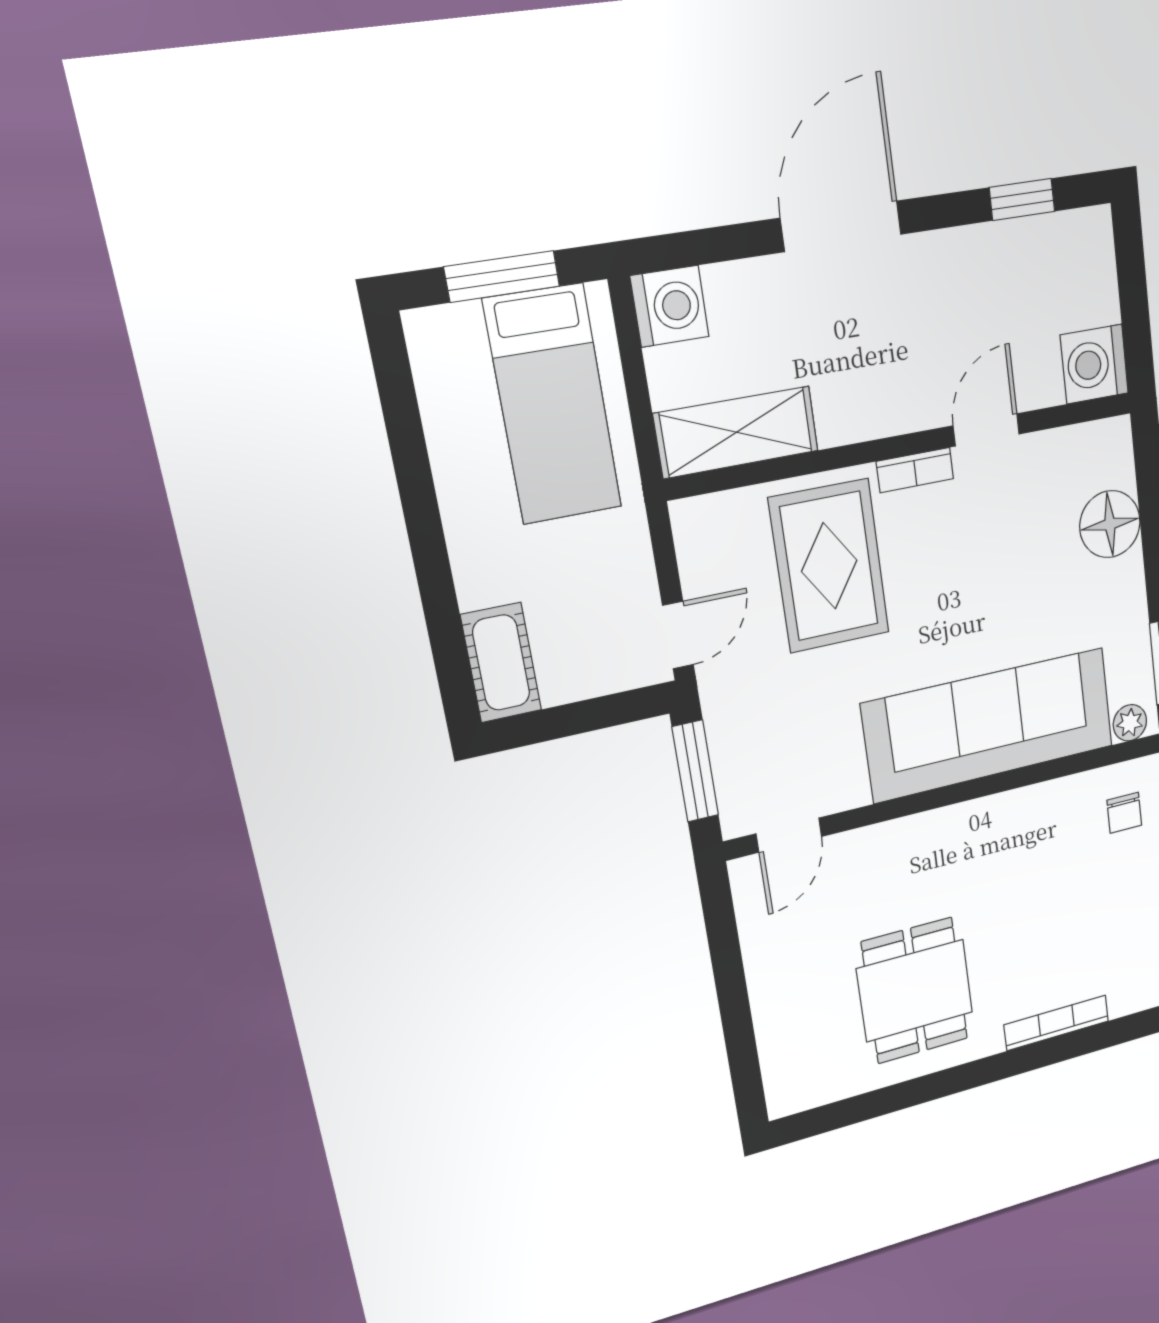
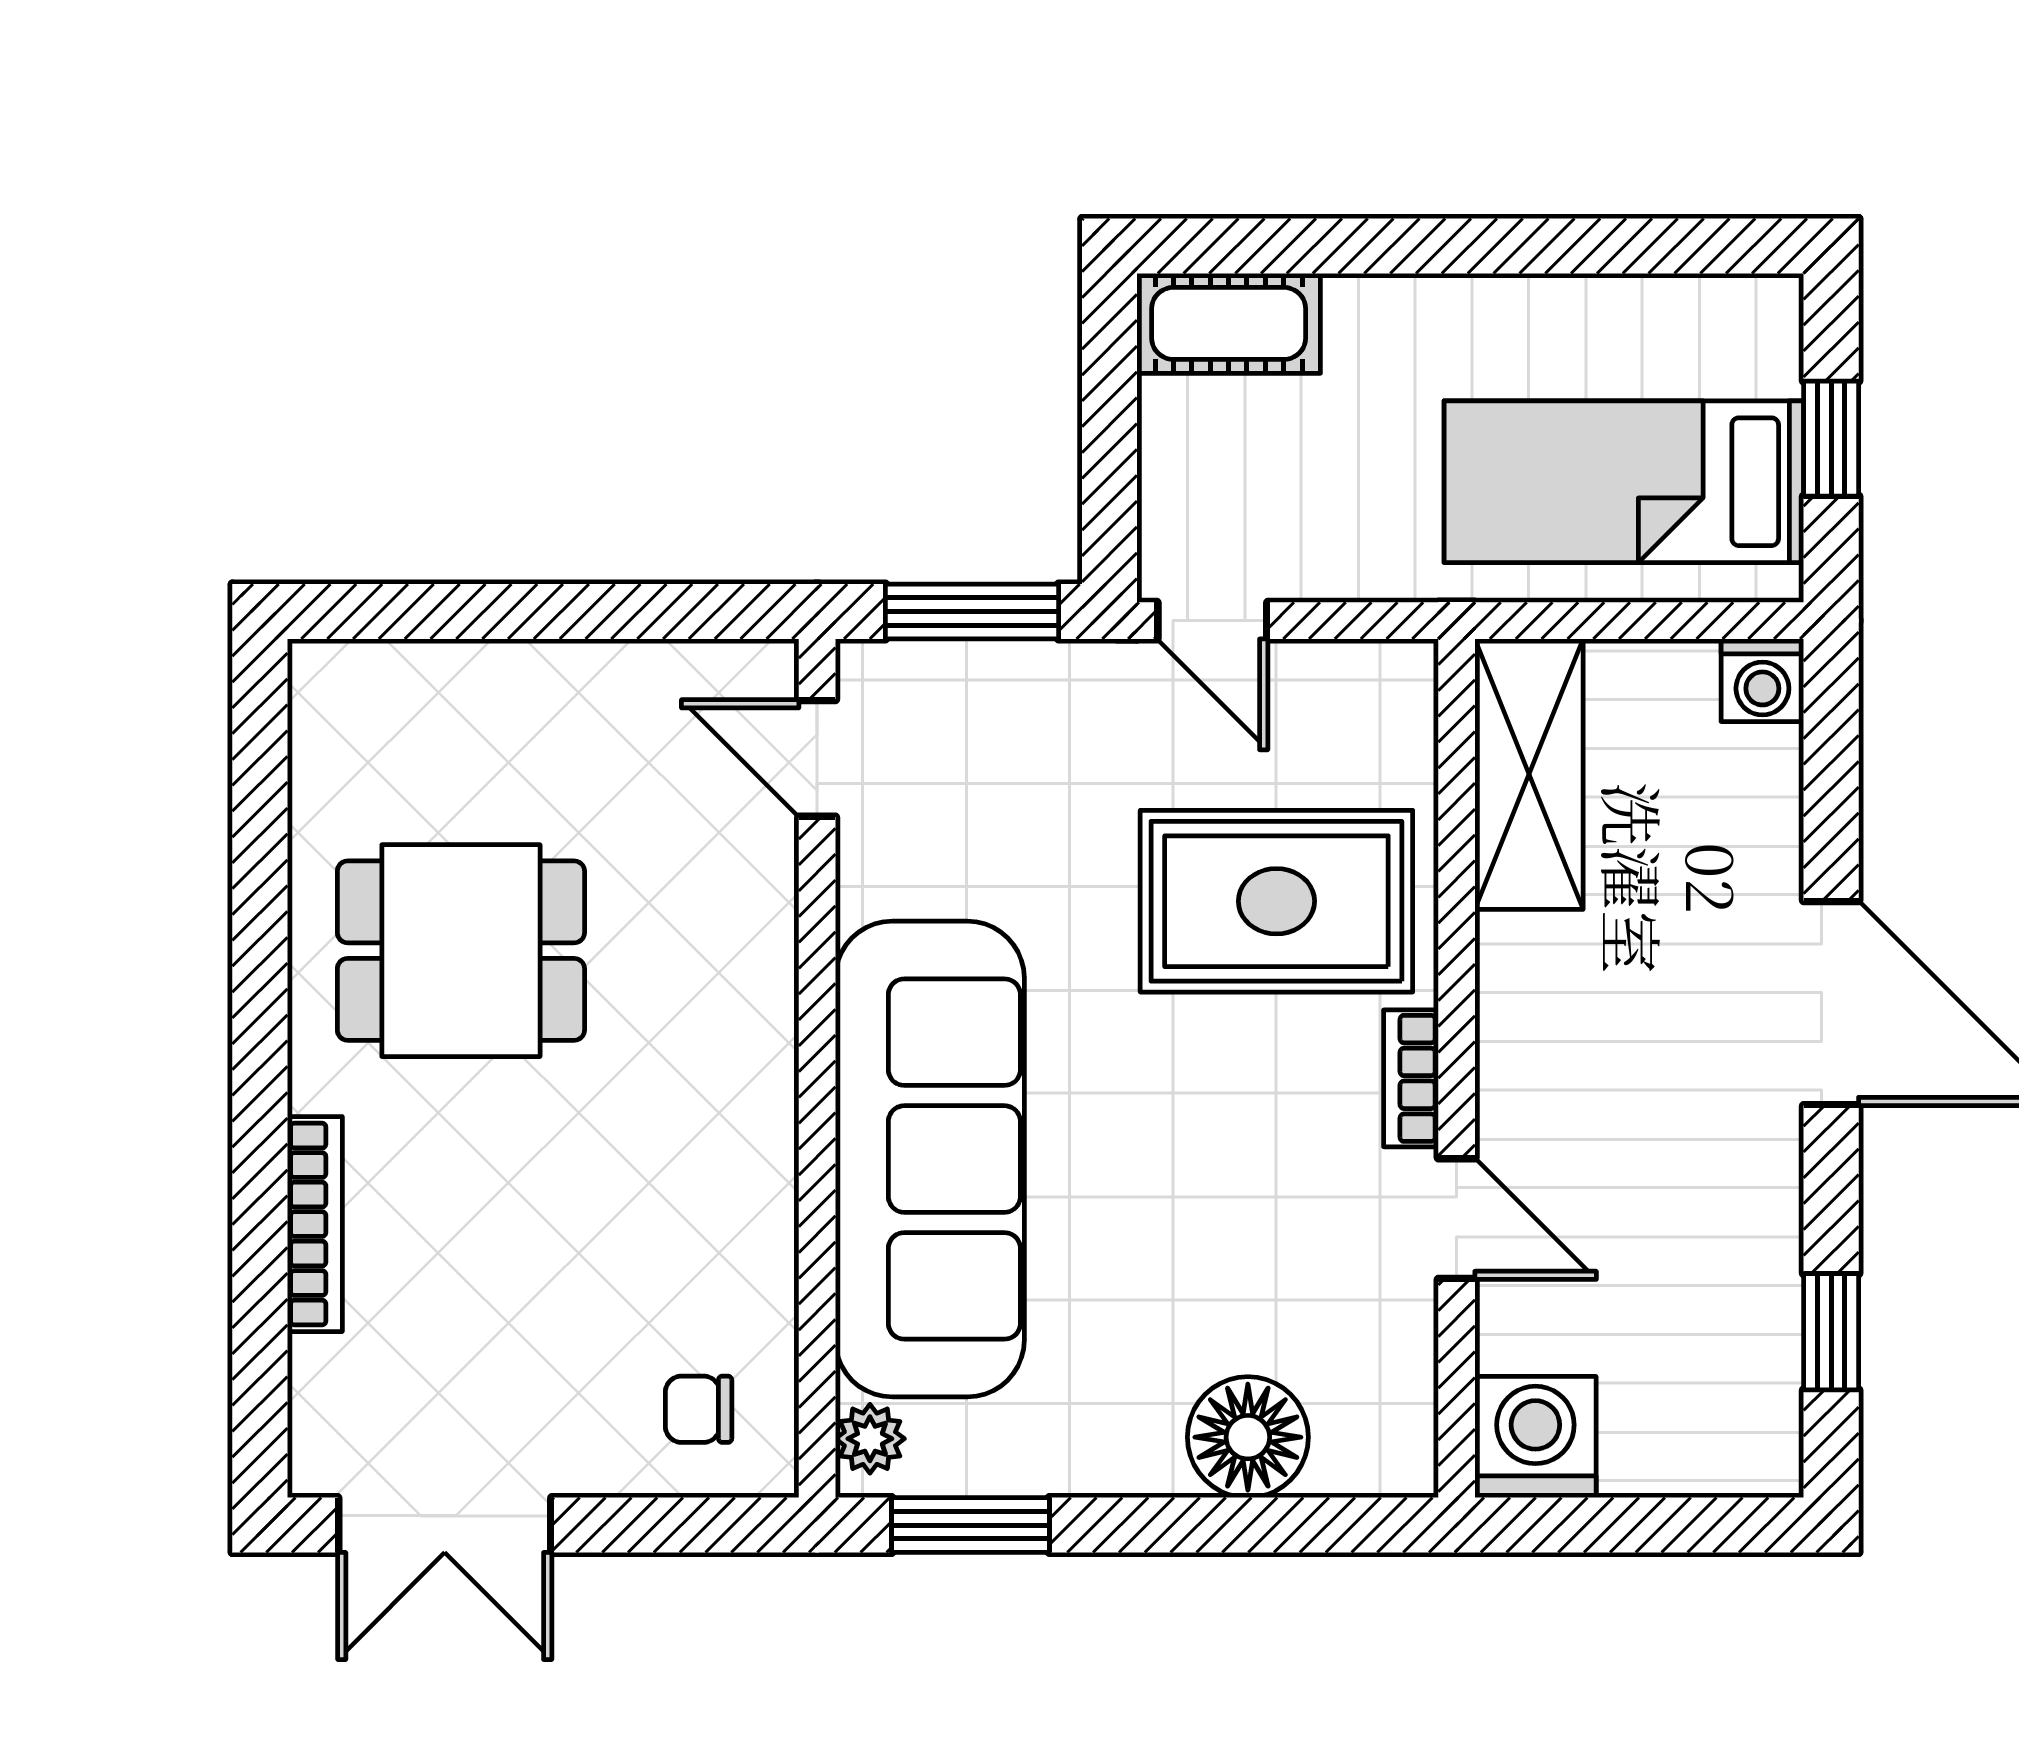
window: (502, 277) -> (1831, 439), width x0.67
washing machine: (670, 306) -> (1762, 680), width x0.73, depth x0.73

